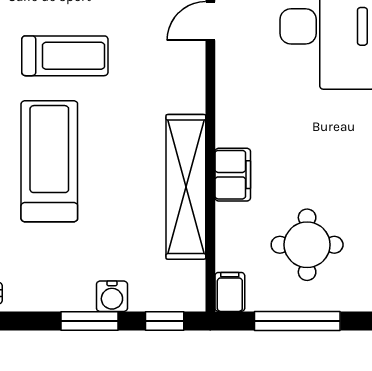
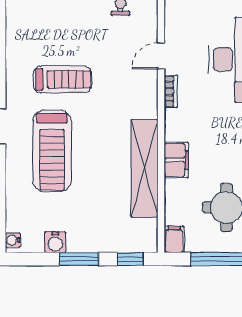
bookcase: (225, 73) -> (171, 91), added
treadmill: (49, 161) -> (52, 151), turned 180
water cooler: (112, 296) -> (55, 242), moved

